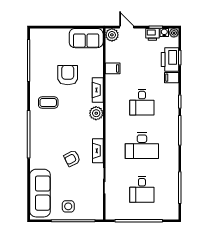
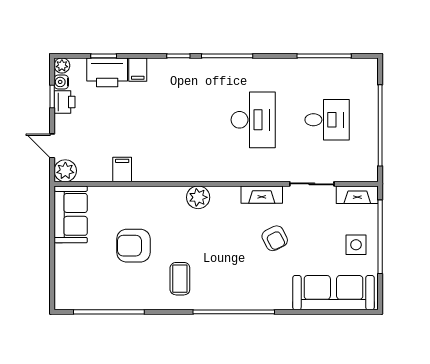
door: (127, 27) -> (52, 146), hinge flipped
fireplace: (98, 90) -> (357, 195), moved
desk: (142, 102) -> (179, 120), removed

